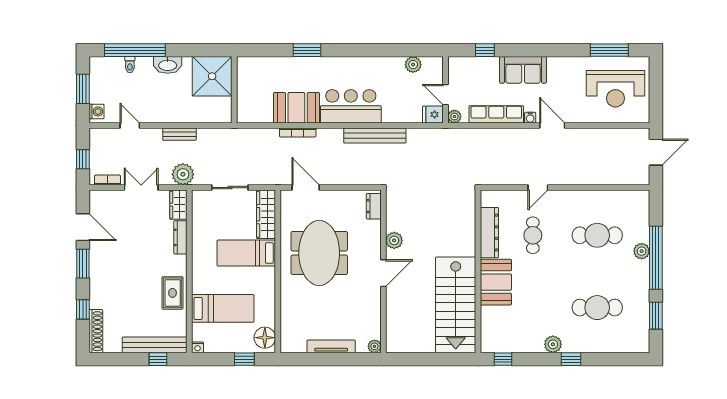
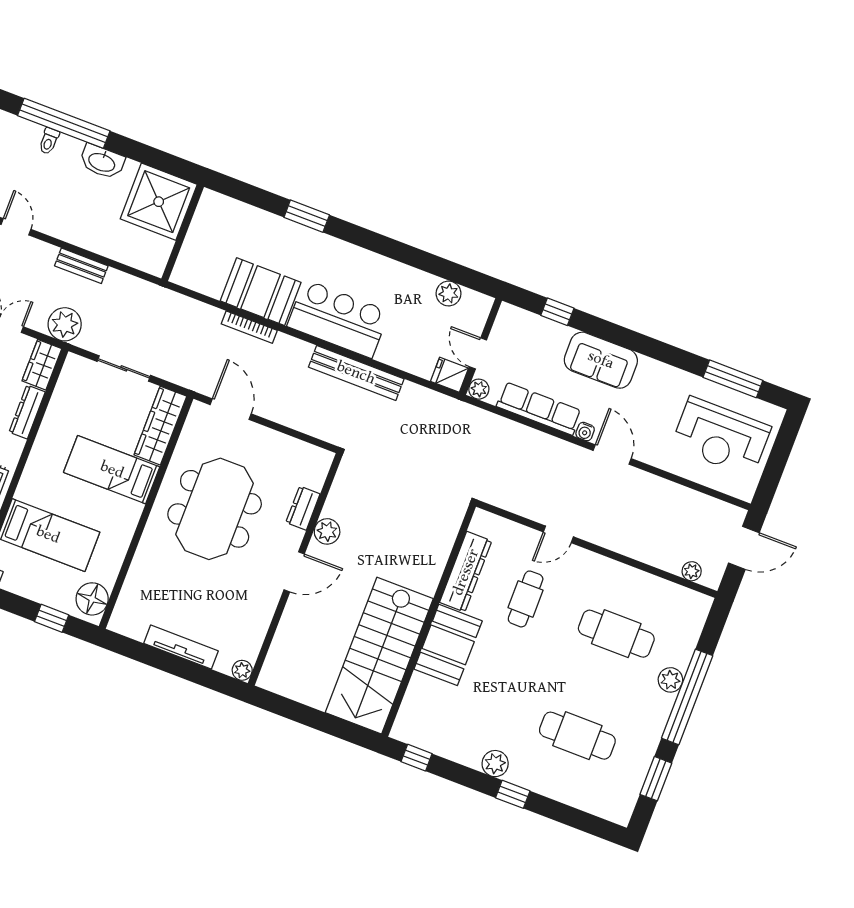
plant: (629, 179) -> (692, 571), added
dresser: (374, 206) -> (303, 508), moved

